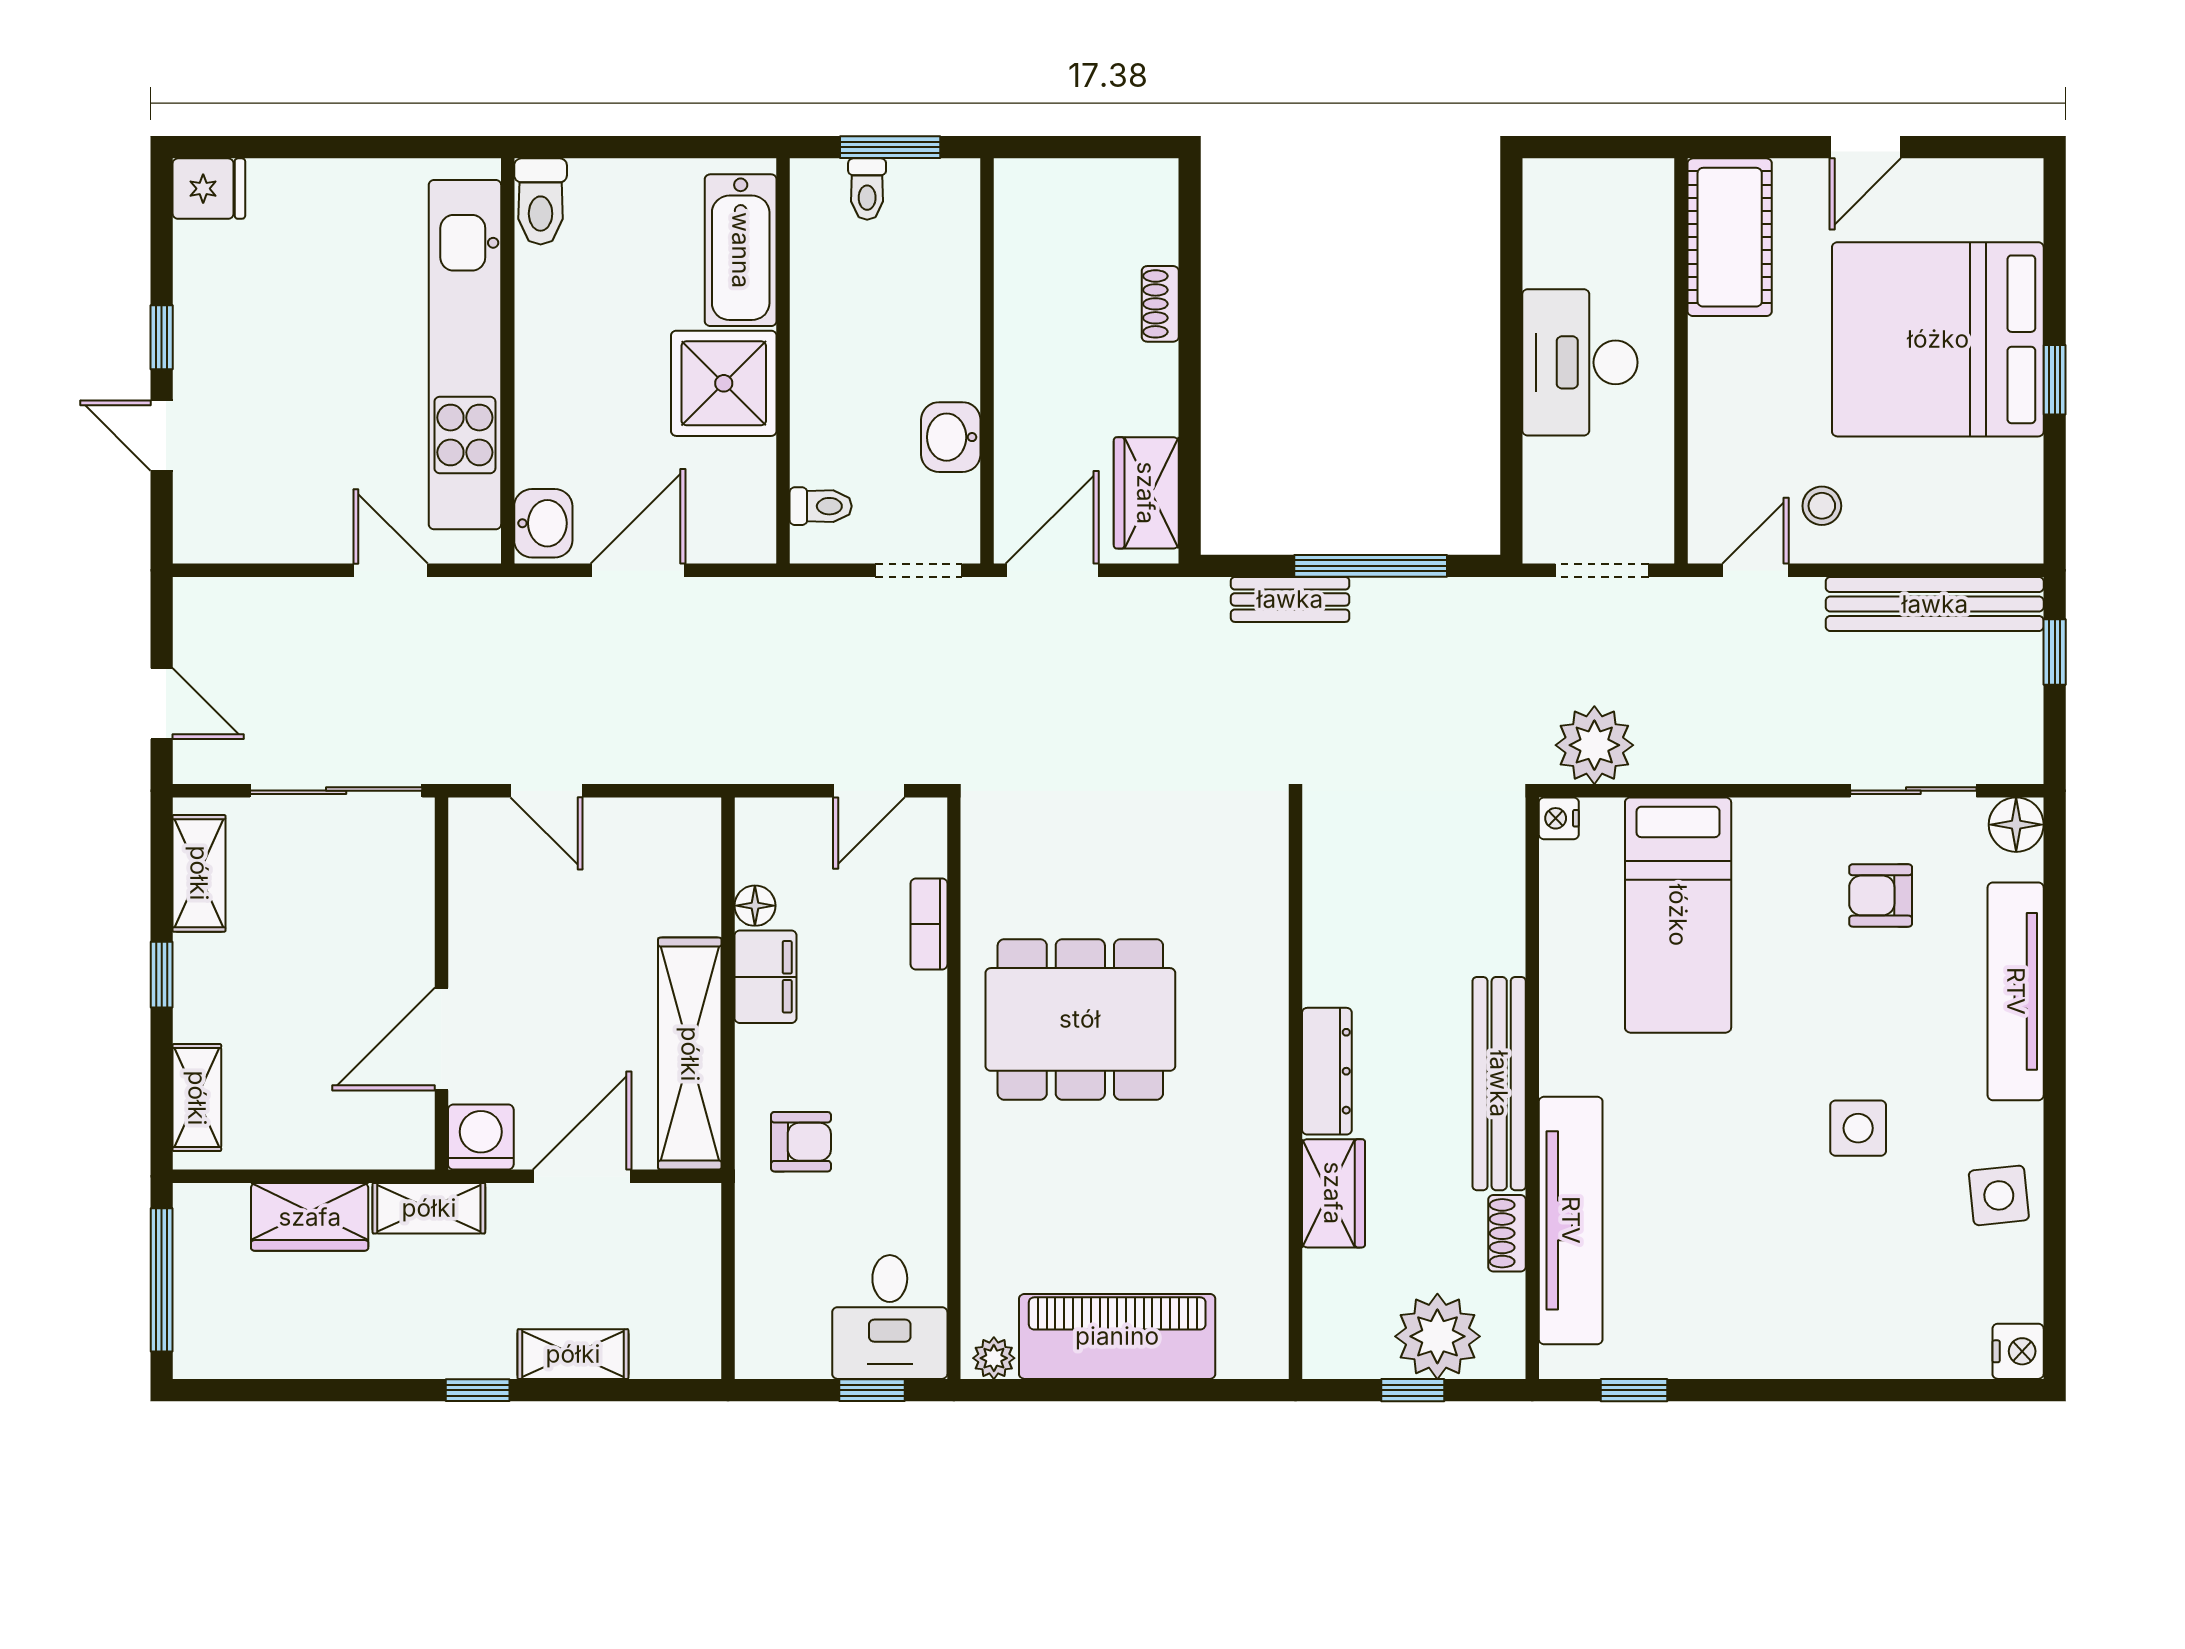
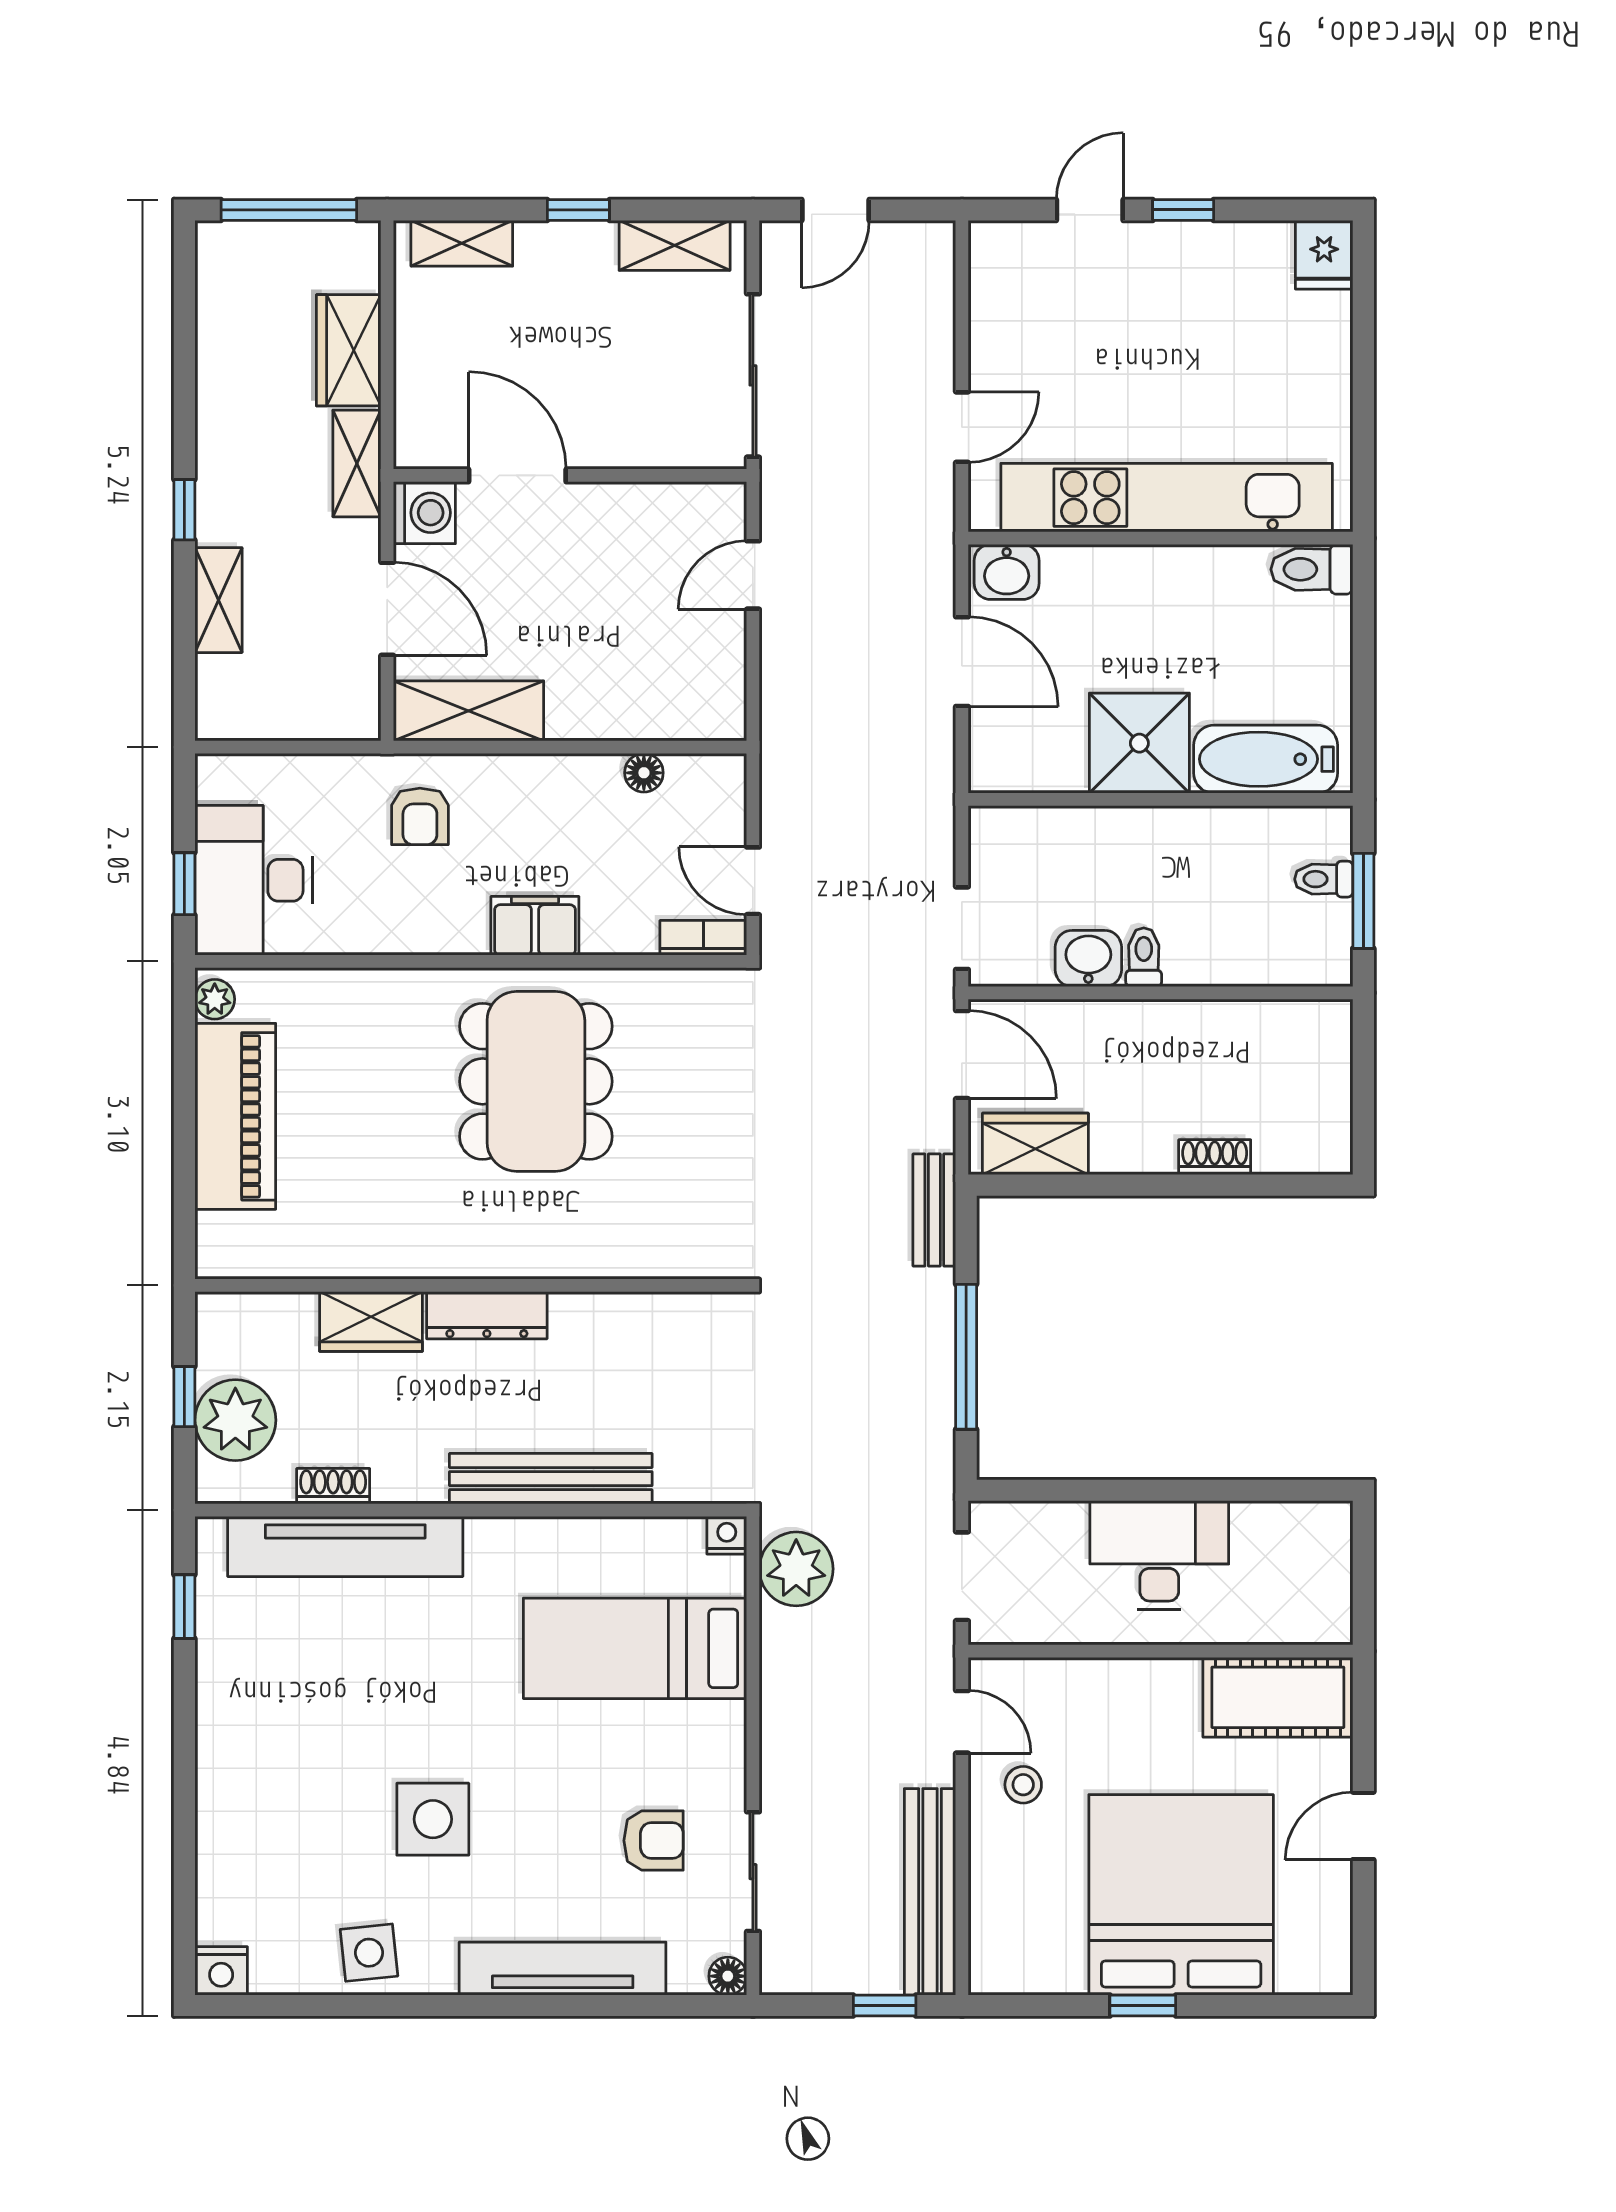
door: (1865, 147) -> (1363, 1826), hinge flipped
toilet: (821, 506) -> (1144, 957), moved, turned 180
bench: (1290, 599) -> (934, 1210), moved
floor lamp: (2016, 825) -> (728, 1976), width x0.73, depth x0.73
armchair: (1881, 895) -> (654, 1841), turned 90
bookcase: (929, 924) -> (703, 938), moved
filing cabinet: (766, 977) -> (535, 926), moved, turned 180
shelving: (690, 1054) -> (469, 711), width x0.68
bench: (1499, 1084) -> (551, 1479), moved
side table: (1858, 1128) -> (433, 1819), width x1.37, depth x1.37
desk: (890, 1317) -> (254, 880), width x1.37

